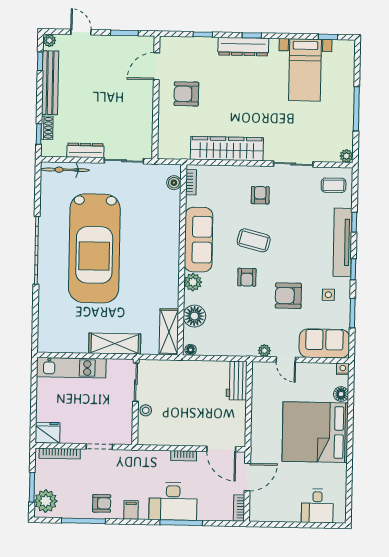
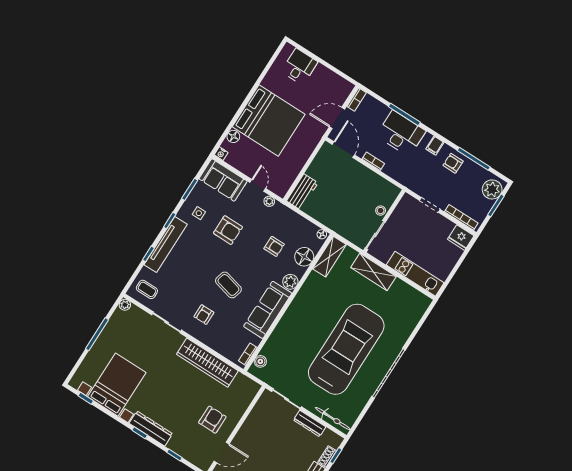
bed with nightstands: (305, 70) -> (117, 385), width x1.36
armchair: (186, 94) -> (212, 420), turned -90
armchair: (247, 277) -> (274, 246), moved, turned 90

